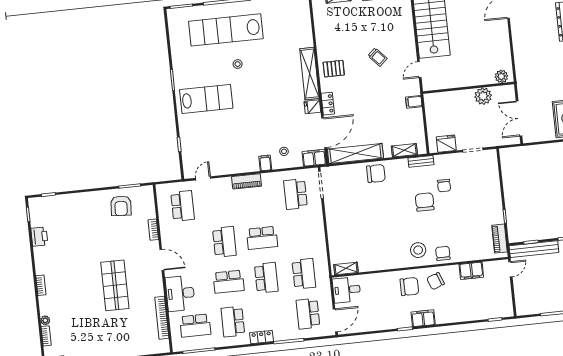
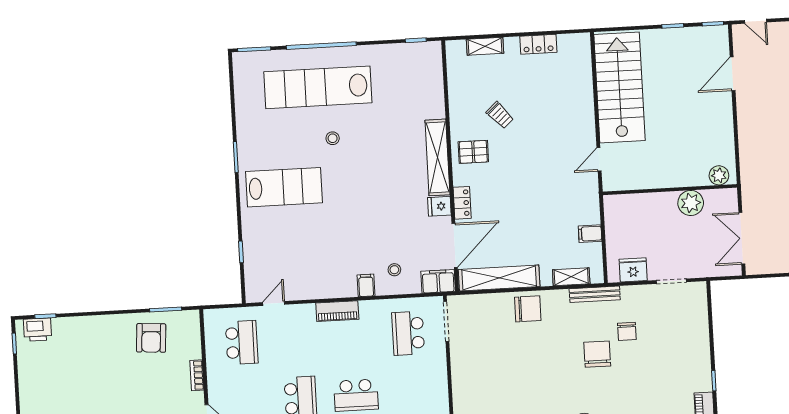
trolley: (377, 57) -> (500, 115), moved
filing cabinet: (414, 102) -> (590, 234), moved
bench: (421, 161) -> (595, 294), width x1.36
printer: (39, 237) -> (38, 330), moved, turned 90

